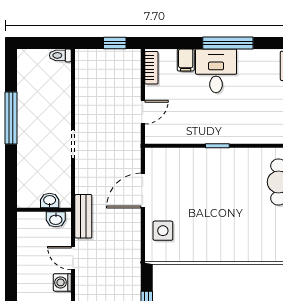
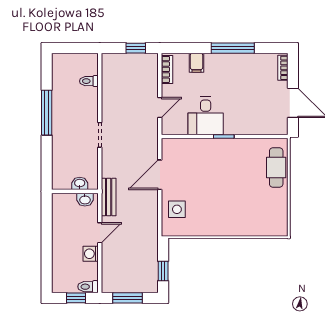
toilet: (60, 55) -> (89, 81), moved
desk: (216, 71) -> (206, 116), moved, turned 180
door: (73, 258) -> (100, 233), swing flipped

